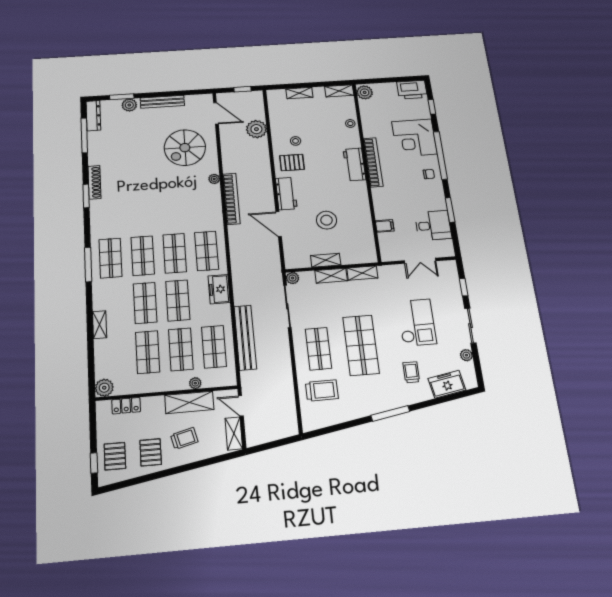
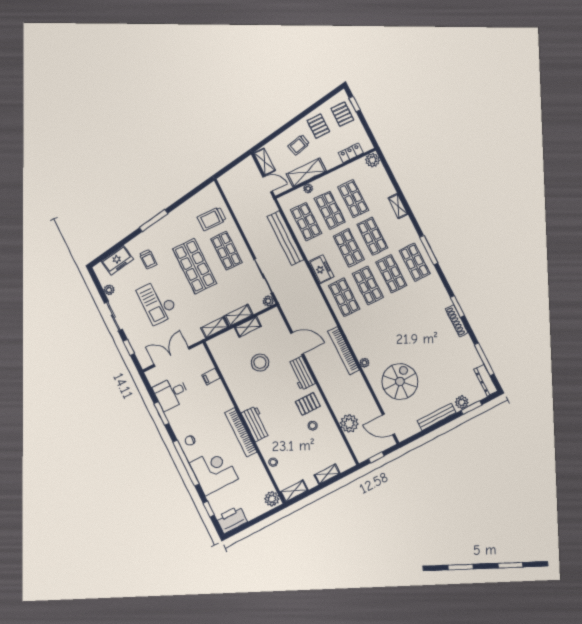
double door: (420, 261) -> (172, 357), width x1.37

